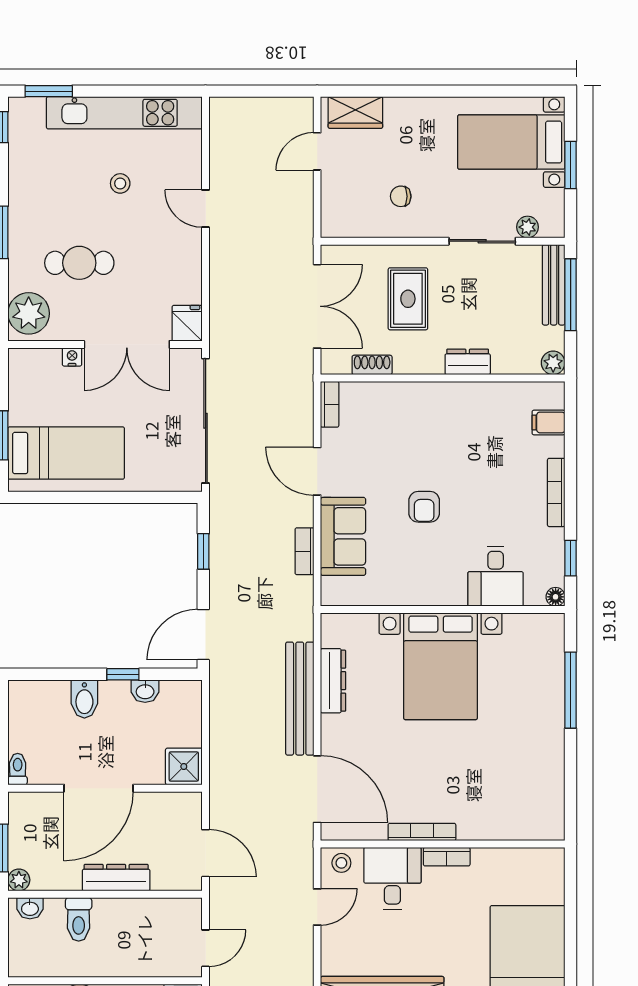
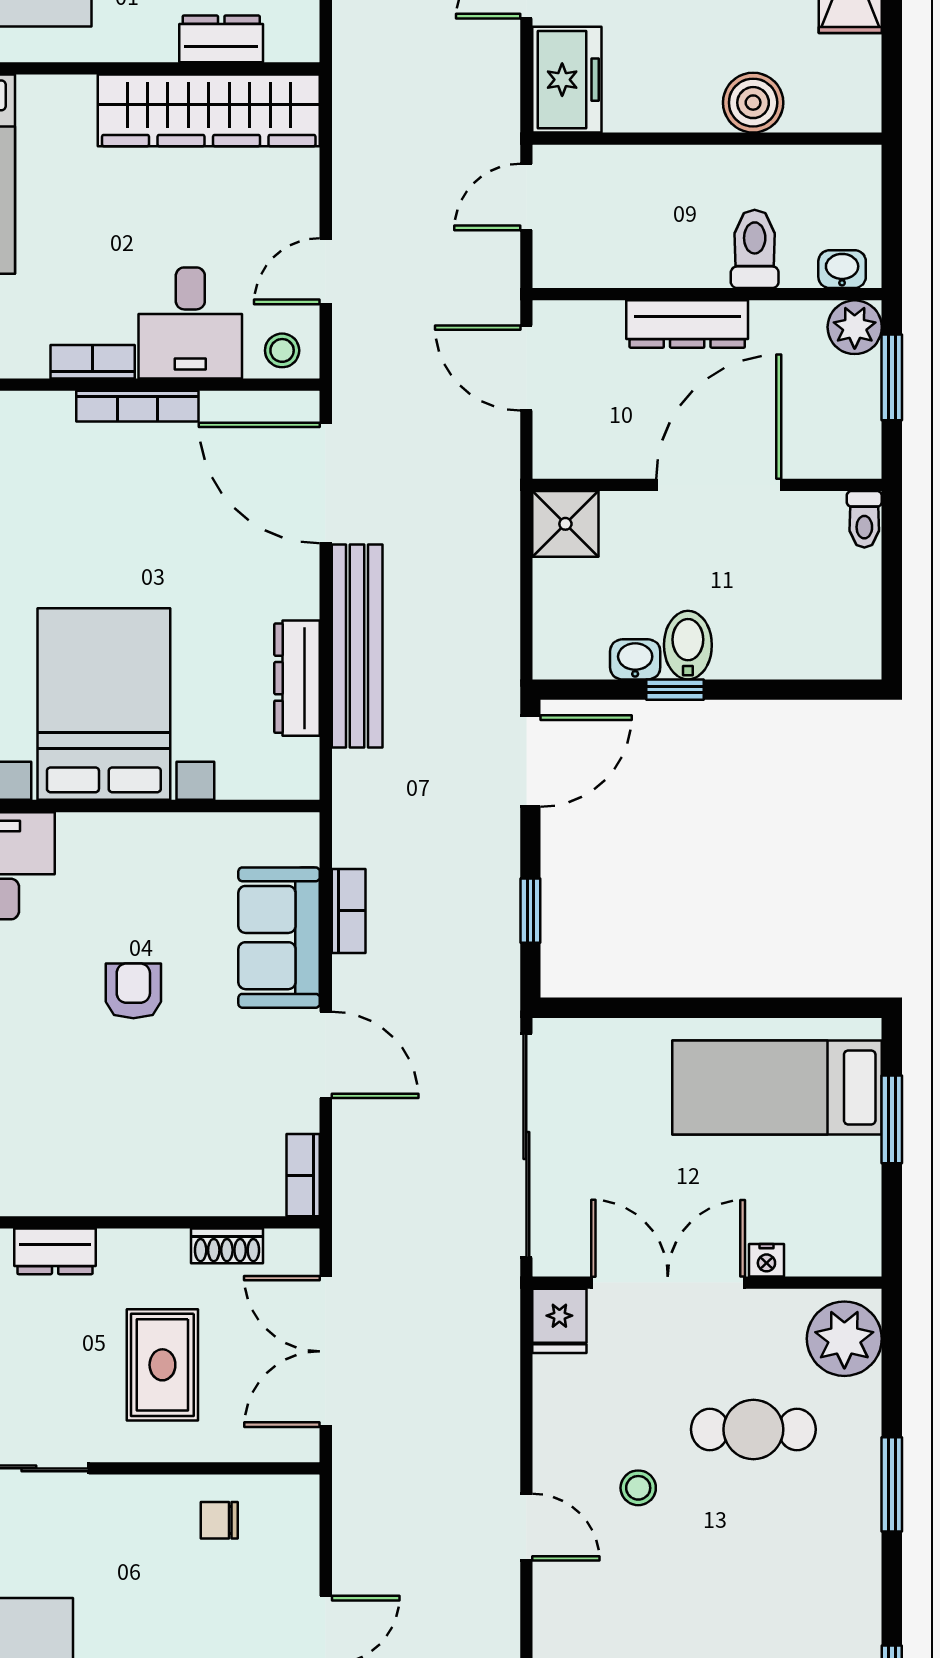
stool: (120, 183) -> (638, 1488), moved
chair: (401, 196) -> (219, 1520), moved, turned 180
bidet: (84, 699) -> (688, 645), moved
plant: (19, 880) -> (855, 327), width x1.38, depth x1.38

